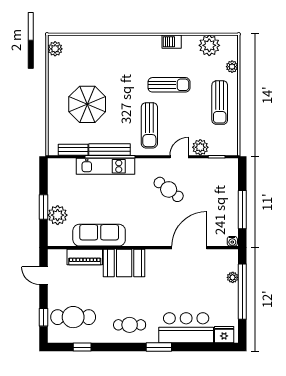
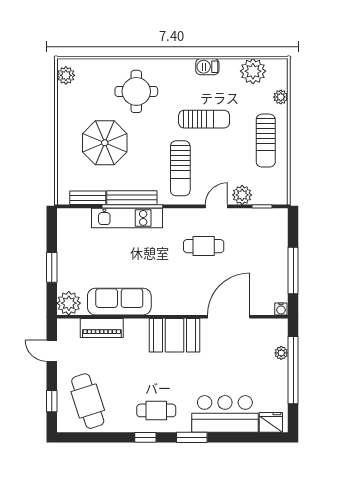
round table: (113, 62) -> (136, 91), added
cafe table: (169, 189) -> (204, 246), turned -37
plant: (58, 215) -> (69, 303), moved
booth: (124, 263) -> (174, 335), moved
cafe table: (73, 317) -> (88, 401), turned 72
window: (82, 347) -> (145, 437), moved

